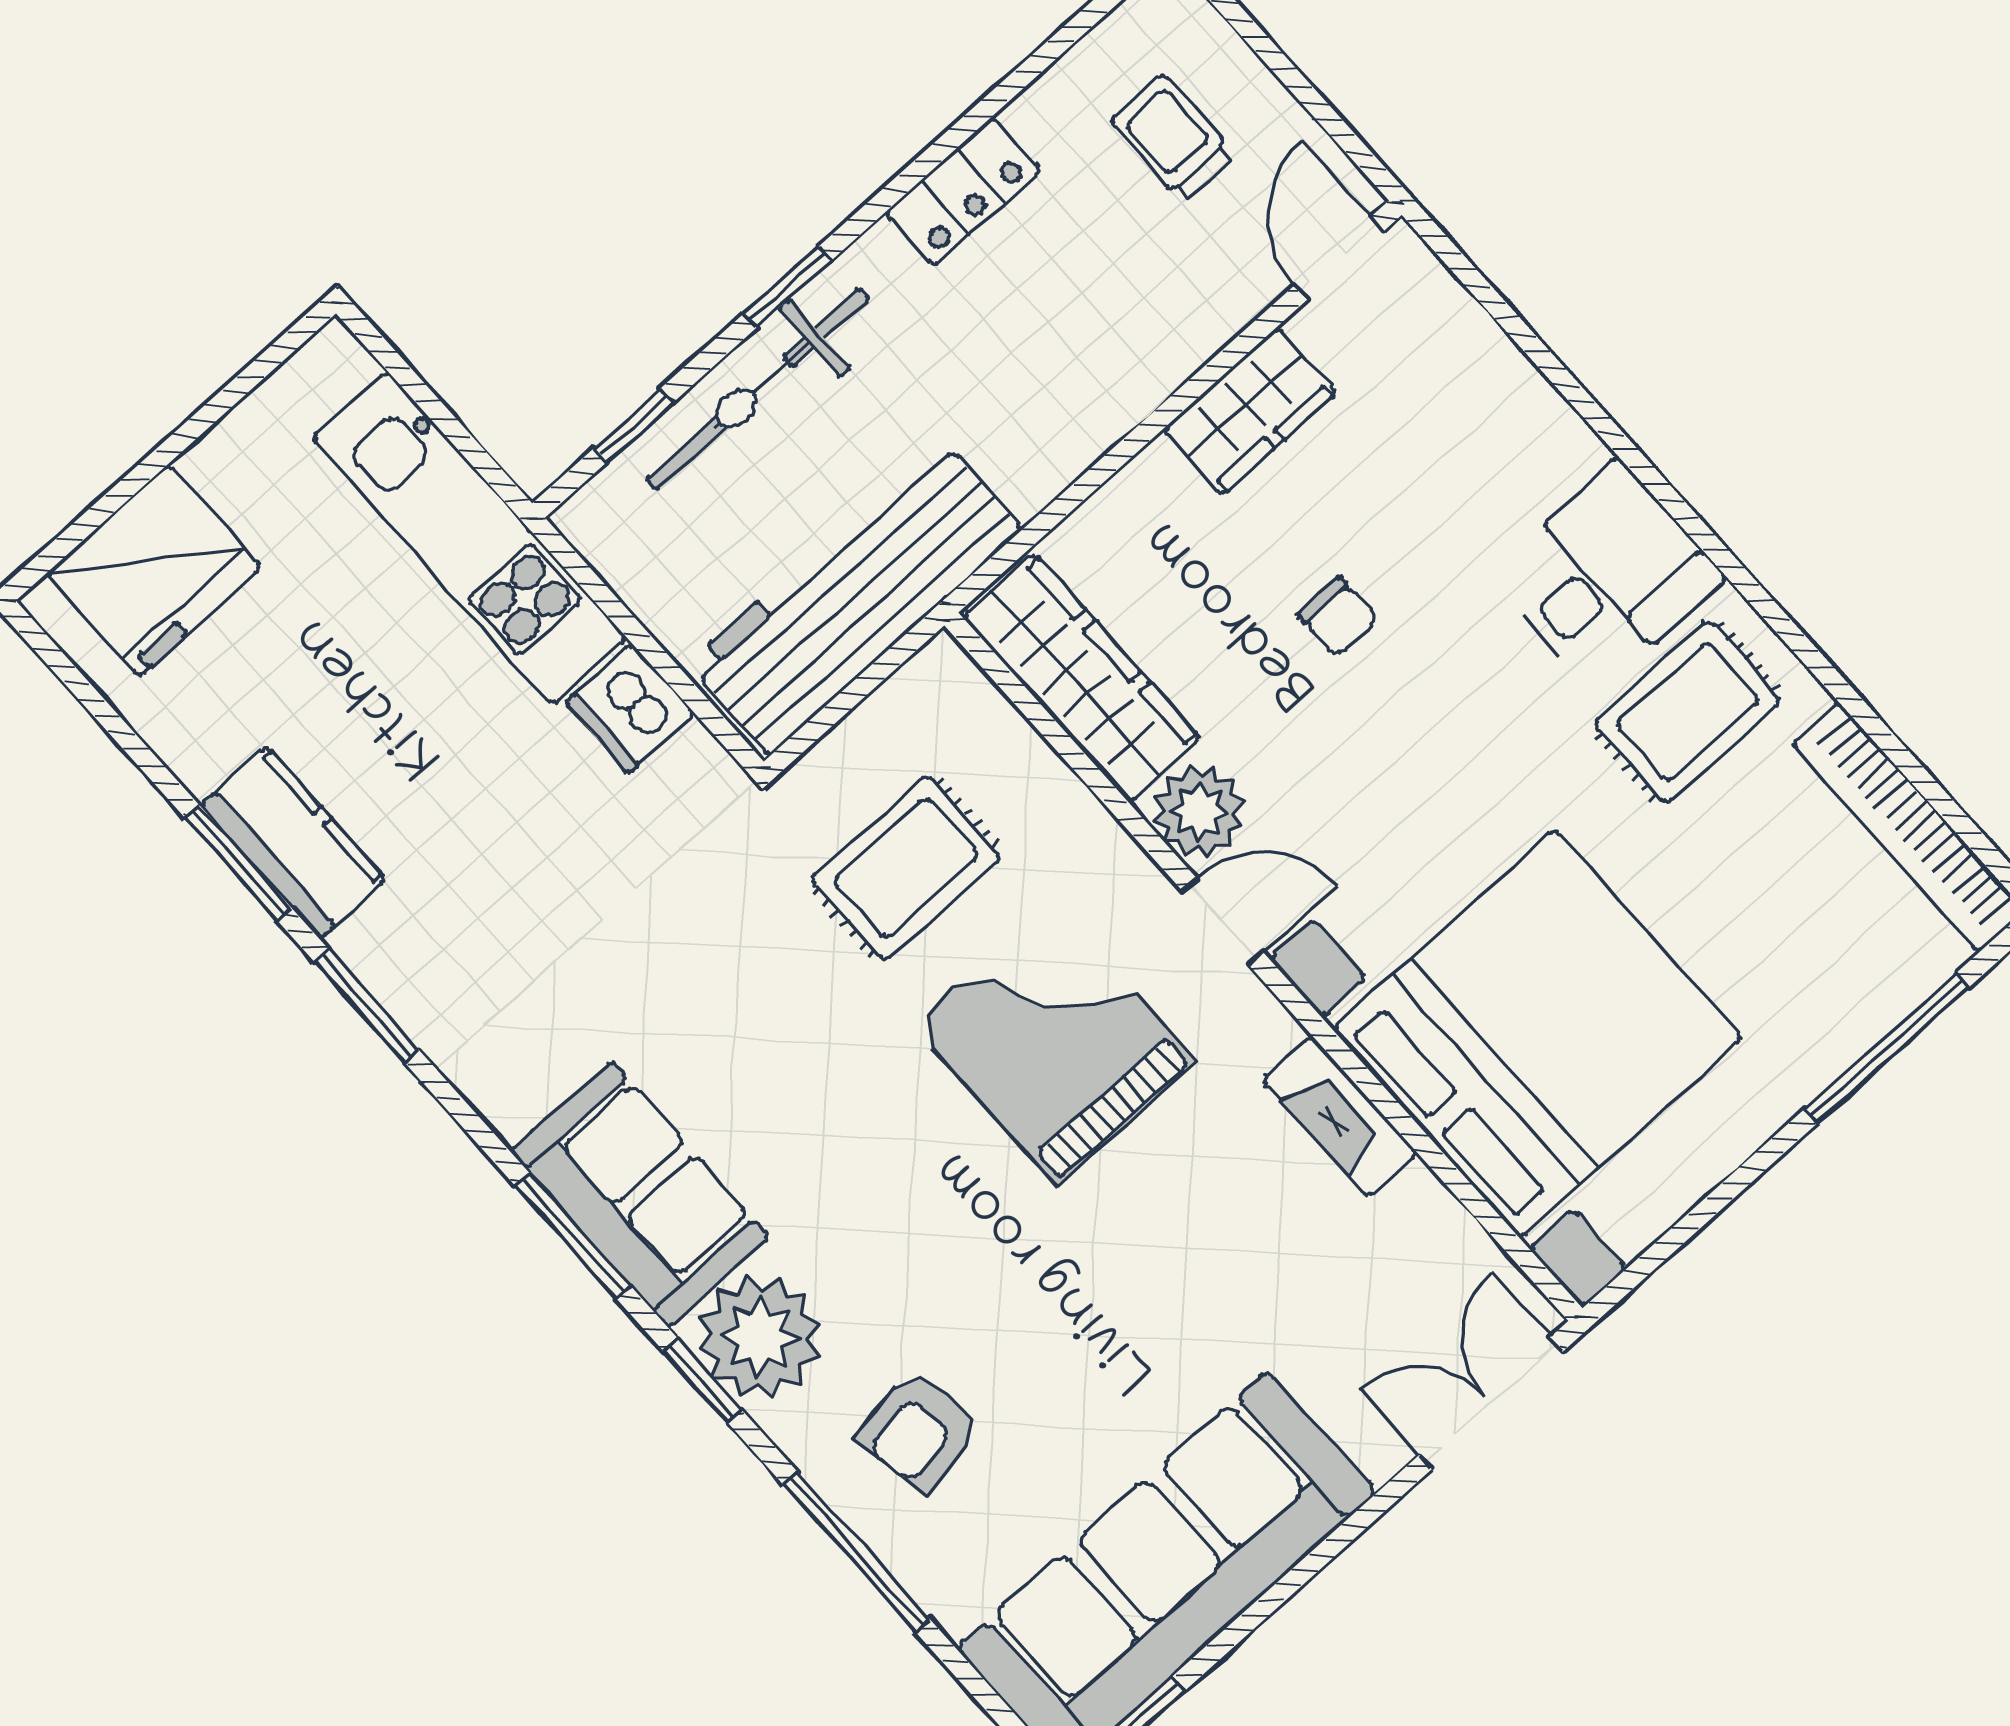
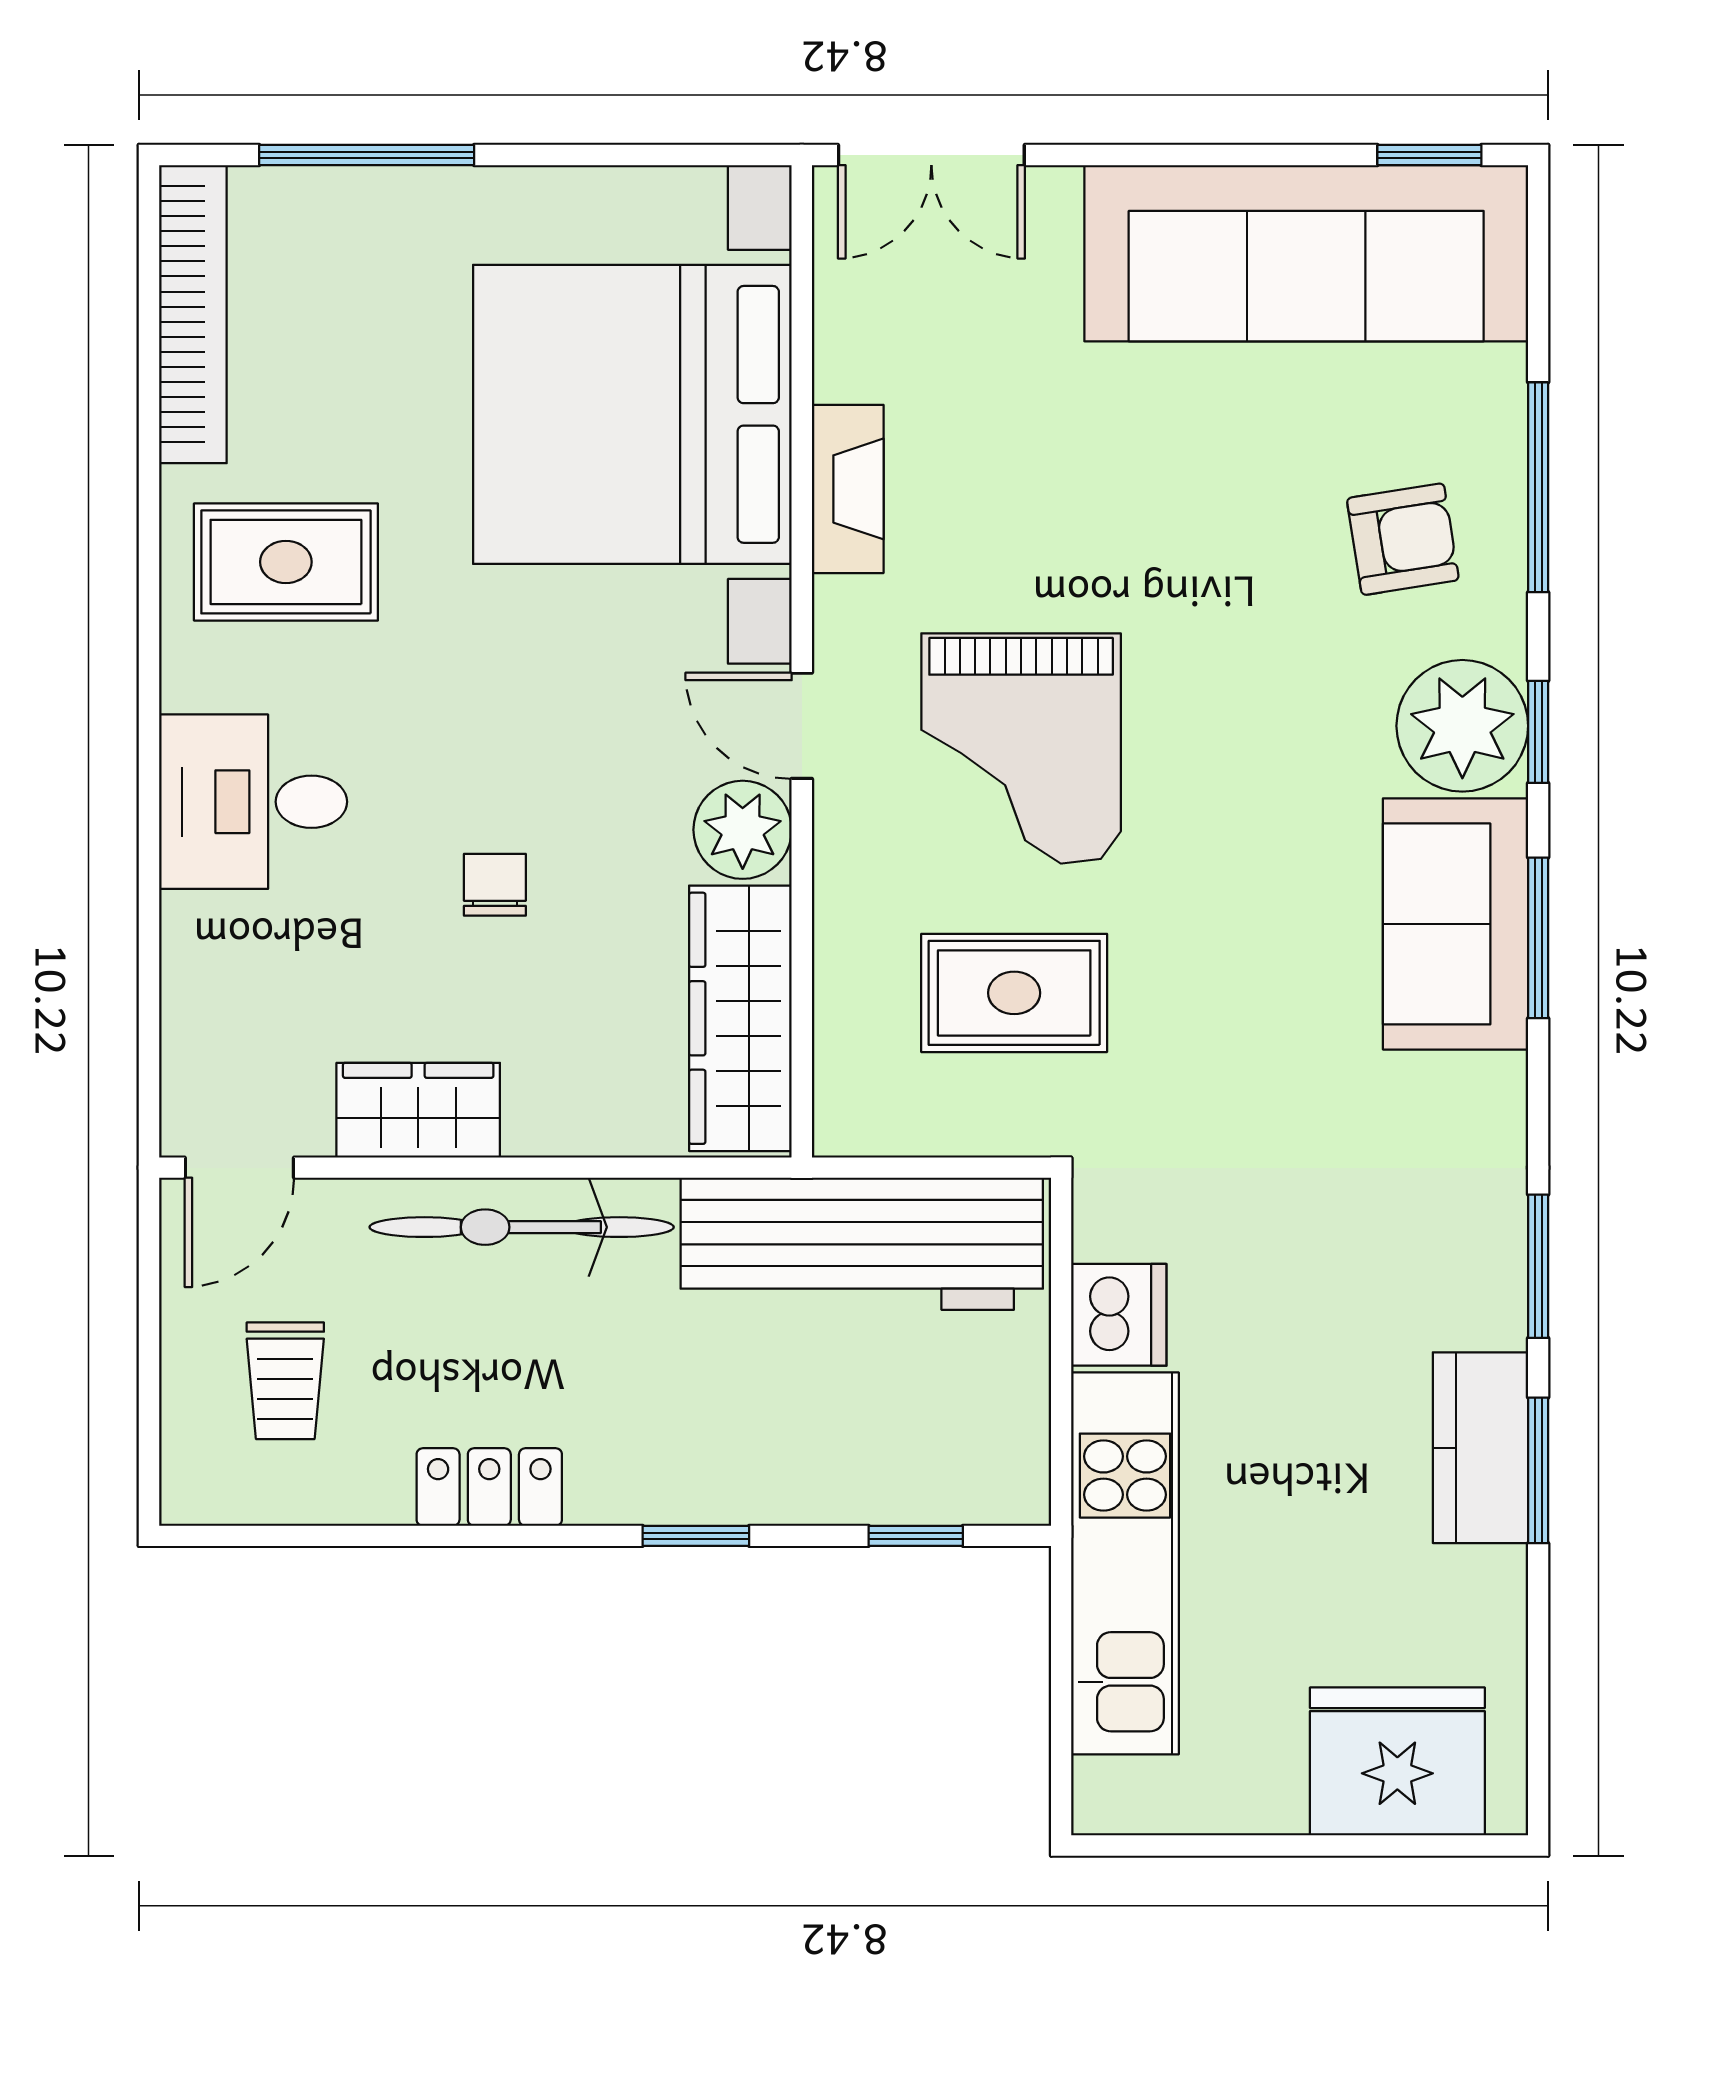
bicycle: (758, 389) -> (522, 1227), moved, turned 180
desk: (1607, 576) -> (253, 802), moved

